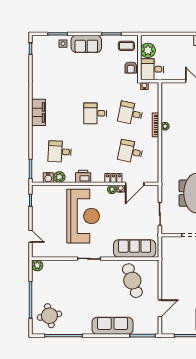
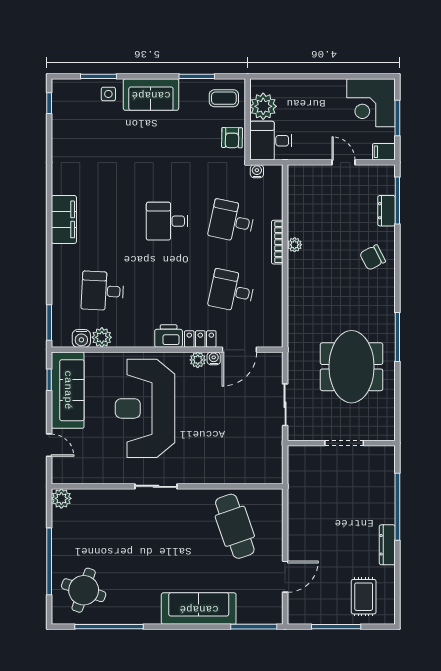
printer: (83, 176) -> (169, 336), moved
reception desk: (83, 216) -> (145, 408), turned 180
sofa: (135, 249) -> (68, 390), moved, turned 90
round table: (49, 316) -> (84, 590), turned 30

